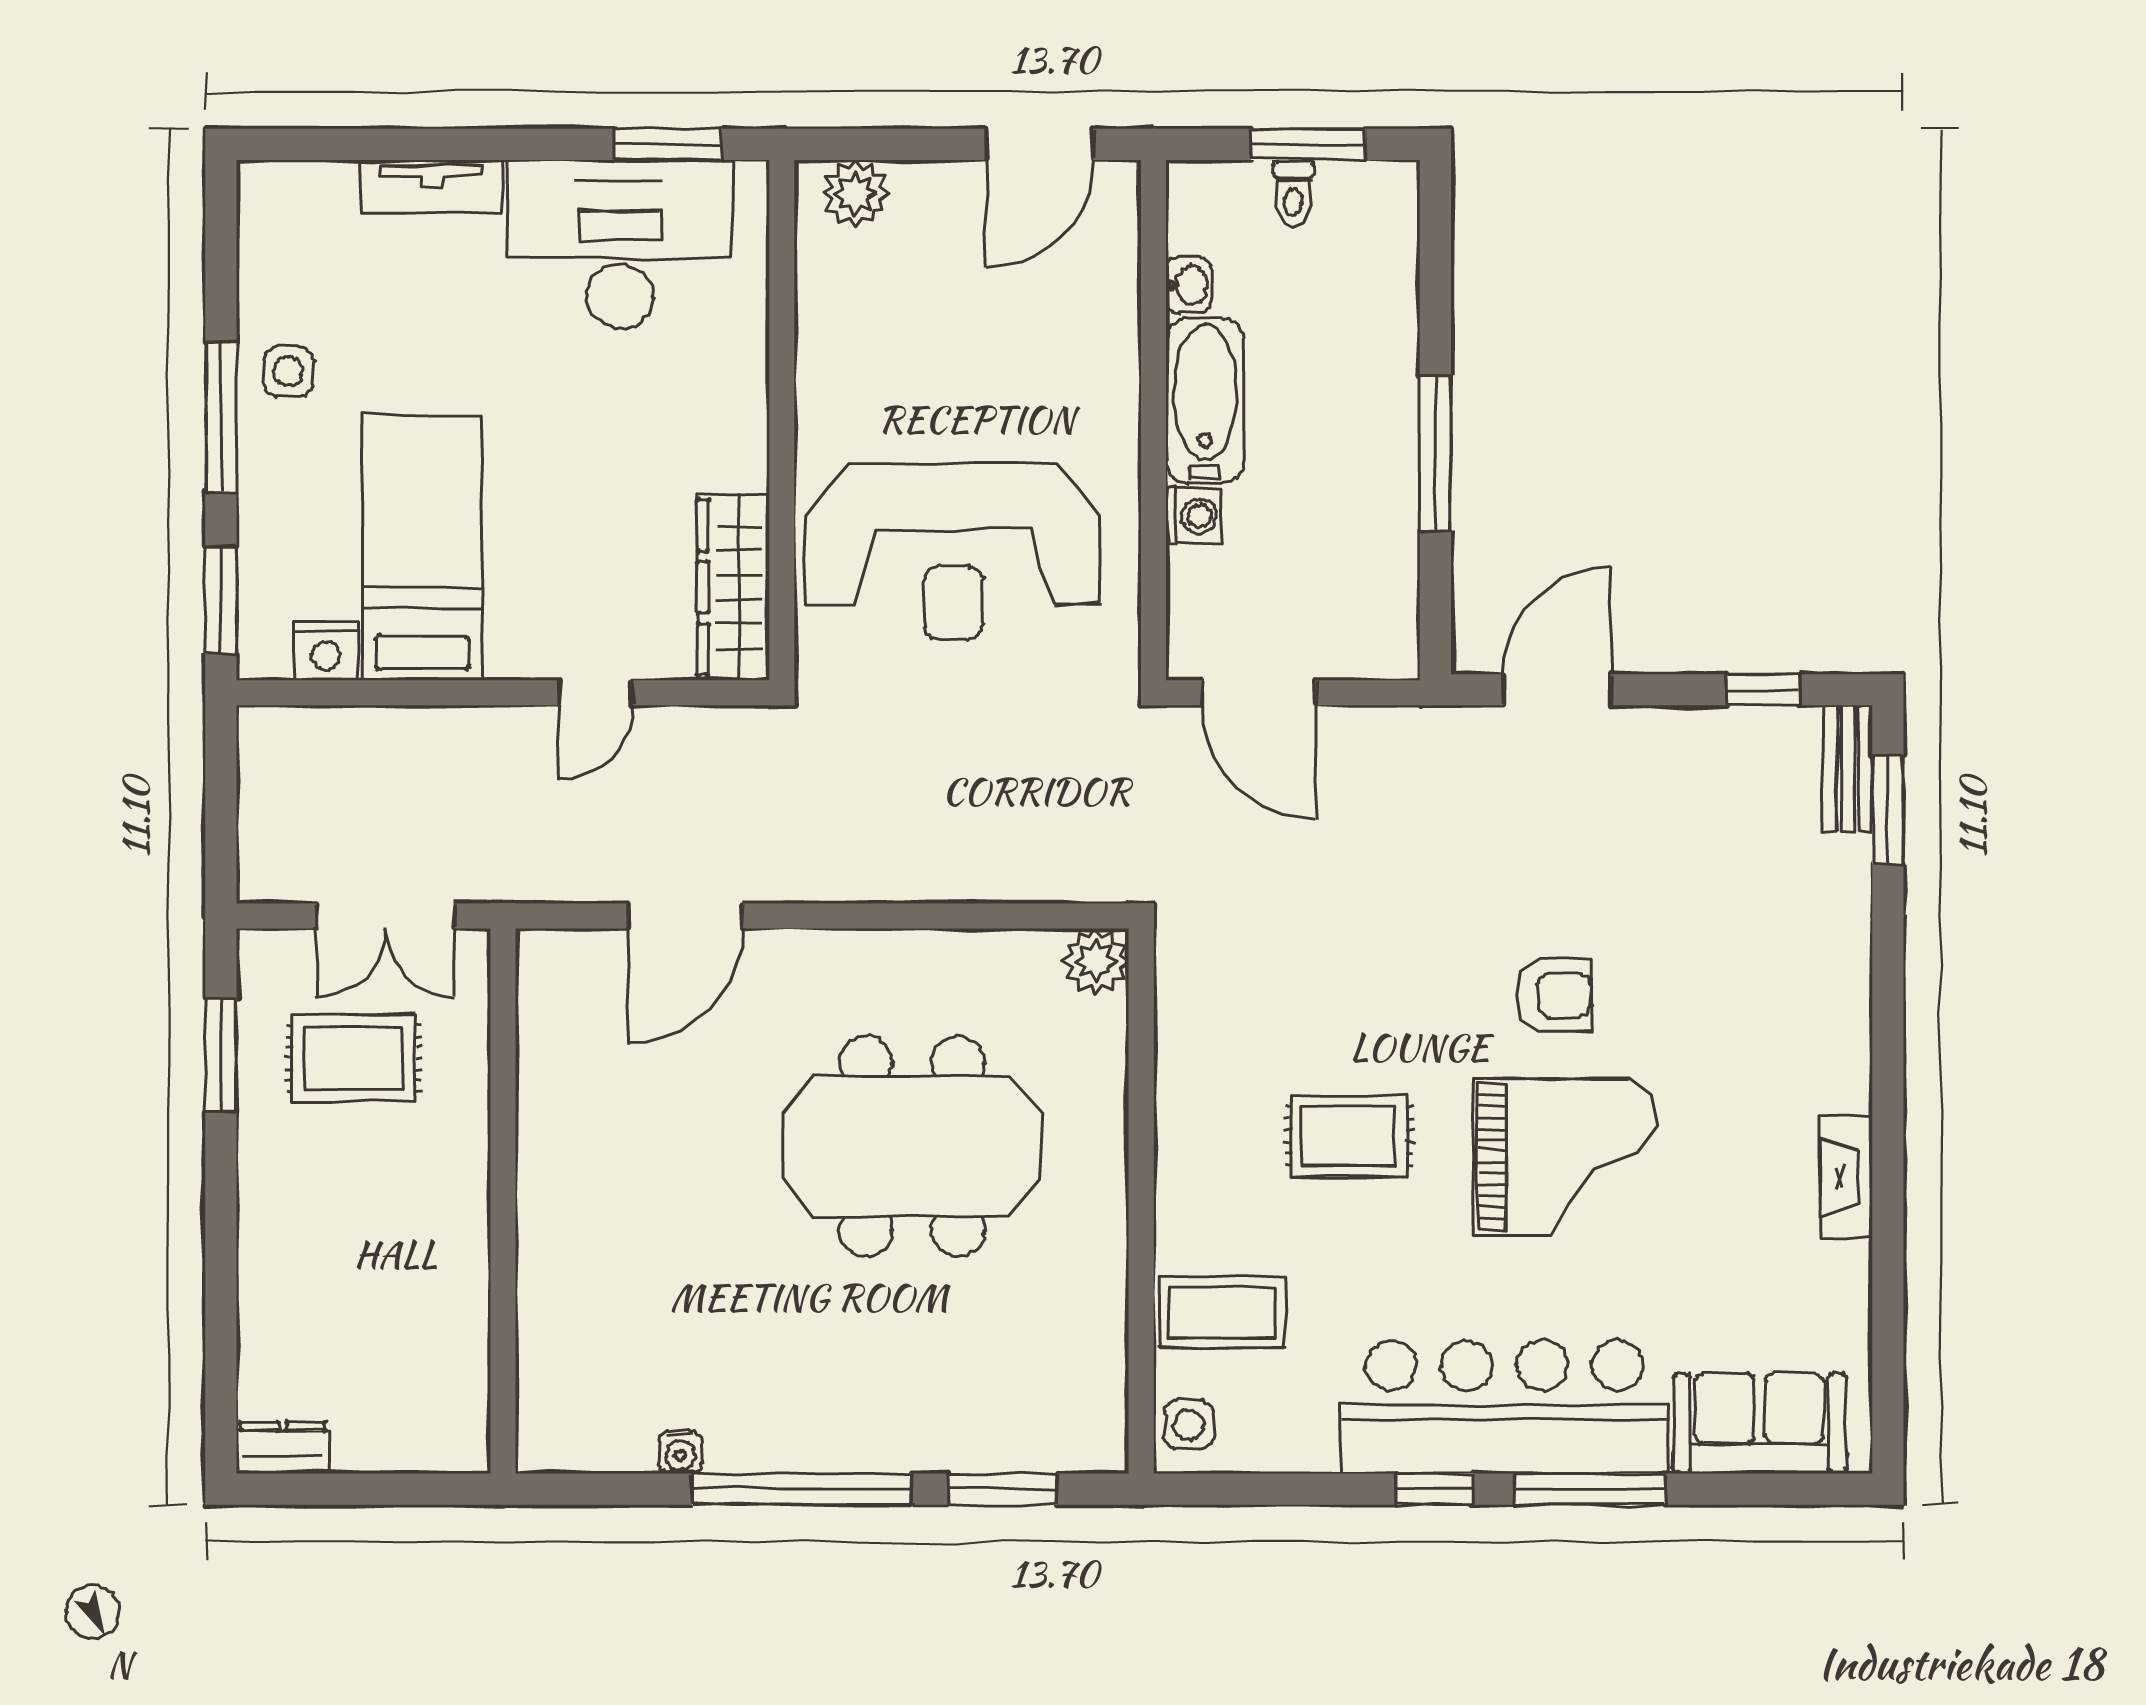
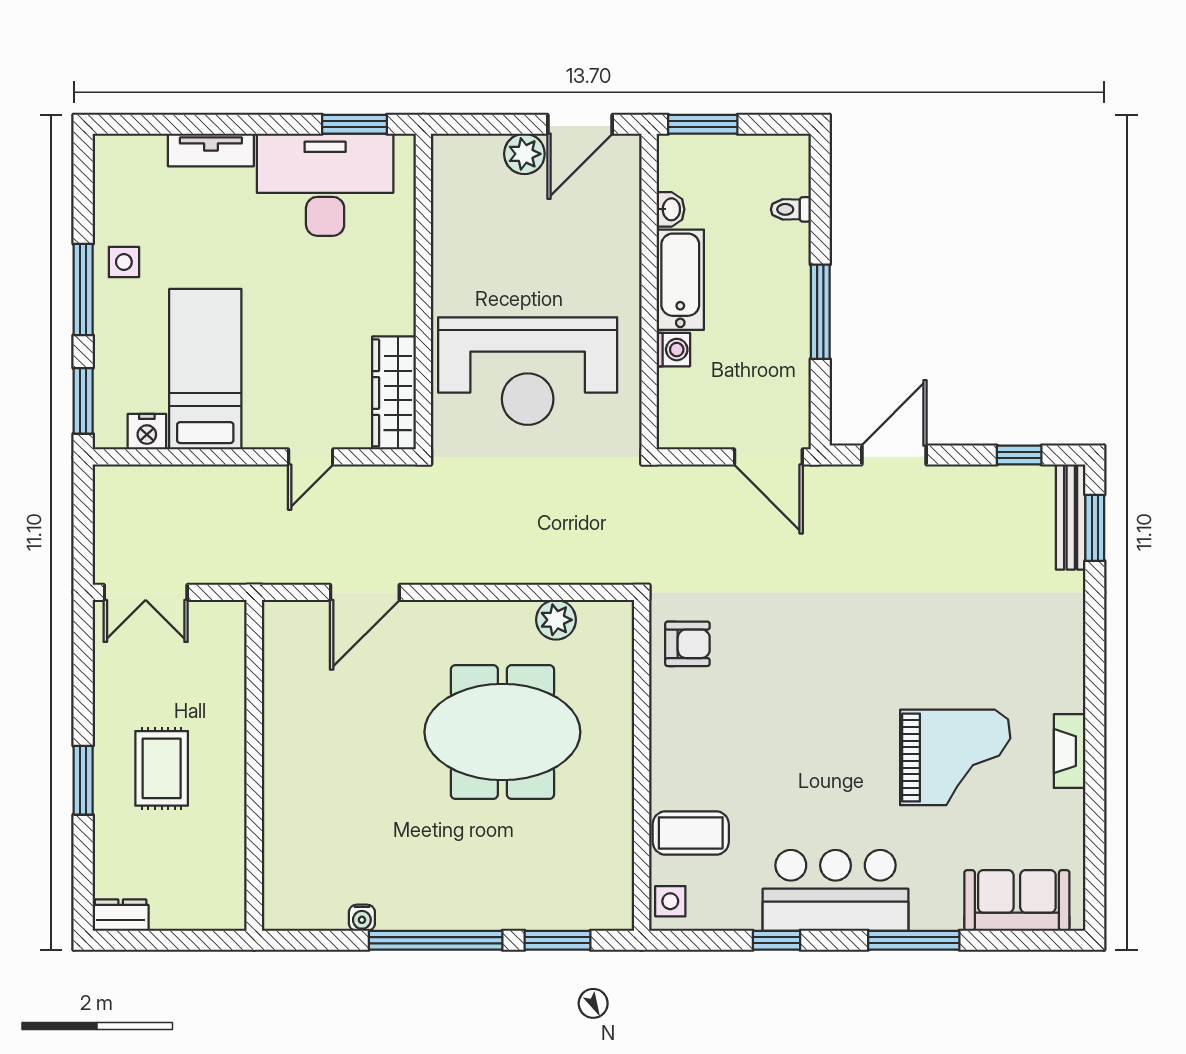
window: (1308, 144) -> (703, 124), moved
plant: (856, 193) -> (524, 154), moved
toilet: (1294, 193) -> (791, 209), moved, turned 90
door: (1259, 693) -> (768, 457), moved
bench: (1848, 769) -> (1071, 517), width x1.36
double door: (385, 916) -> (146, 592), moved
plant: (1096, 961) -> (556, 620), moved
armchair: (1554, 995) -> (687, 644), moved
window: (221, 1055) -> (83, 780), moved
rug: (353, 1058) -> (162, 768), moved, turned 90
rug: (1349, 1136) -> (768, 726), removed
grand piano: (1564, 1157) -> (955, 757), moved
bar counter: (1504, 1407) -> (836, 890), width x0.73
window: (1434, 1489) -> (777, 940), moved

